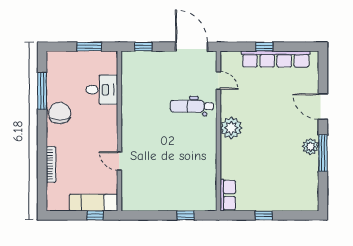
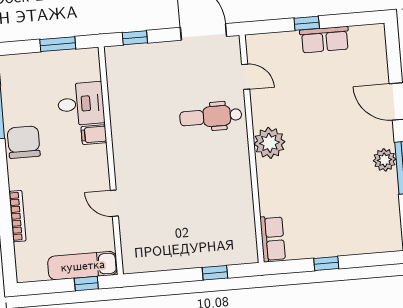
row of seats: (276, 59) -> (325, 40), width x0.50
filing cabinet: (109, 112) -> (94, 135), added

